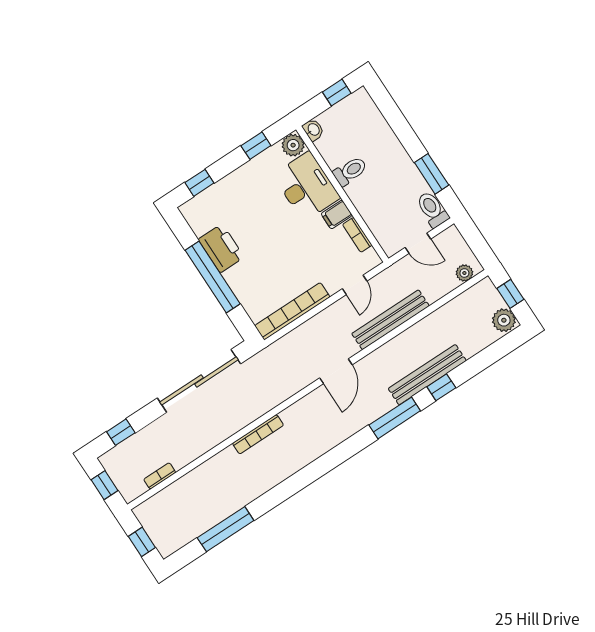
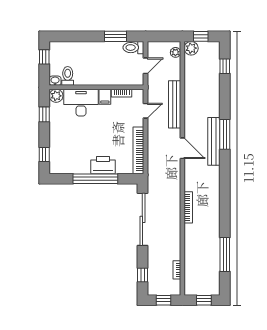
toilet: (350, 171) -> (68, 76), moved
printer: (221, 248) -> (103, 165), moved
door: (355, 285) -> (146, 111), hinge flipped
plant: (504, 320) -> (191, 48), moved
bench: (427, 375) -> (214, 141), moved
window: (441, 387) -> (225, 66), moved

